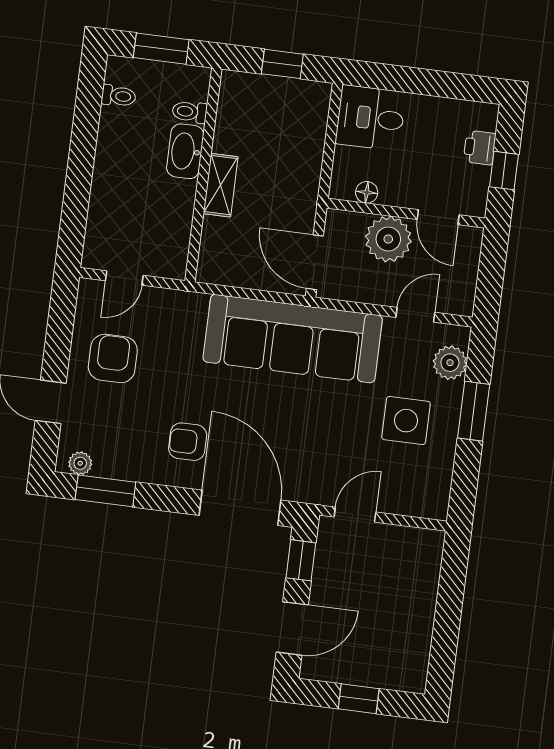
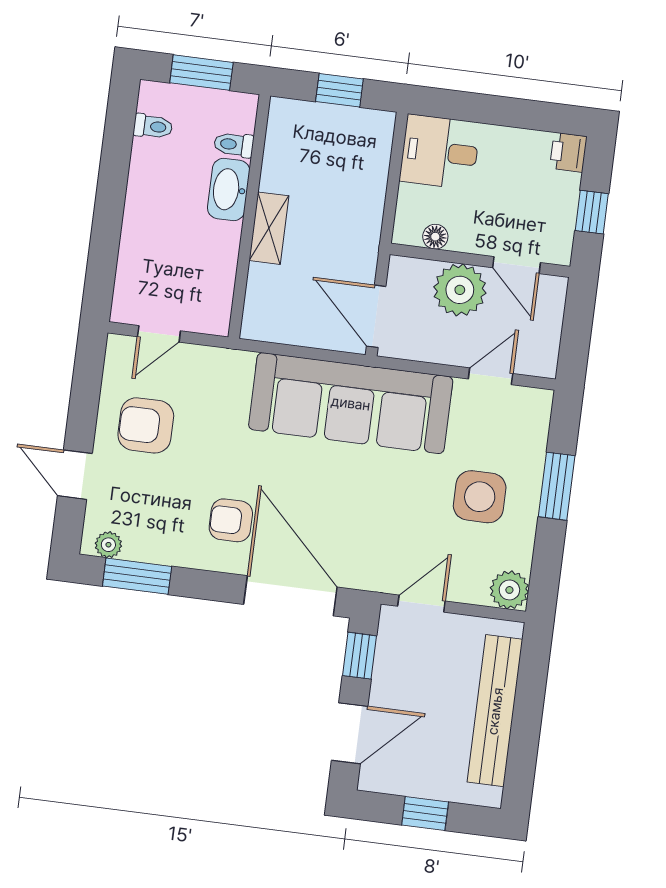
printer: (480, 148) -> (568, 152), moved
armchair: (113, 358) -> (146, 425), turned -90
plant: (450, 363) -> (509, 590), moved
bench: (420, 608) -> (495, 711), added

